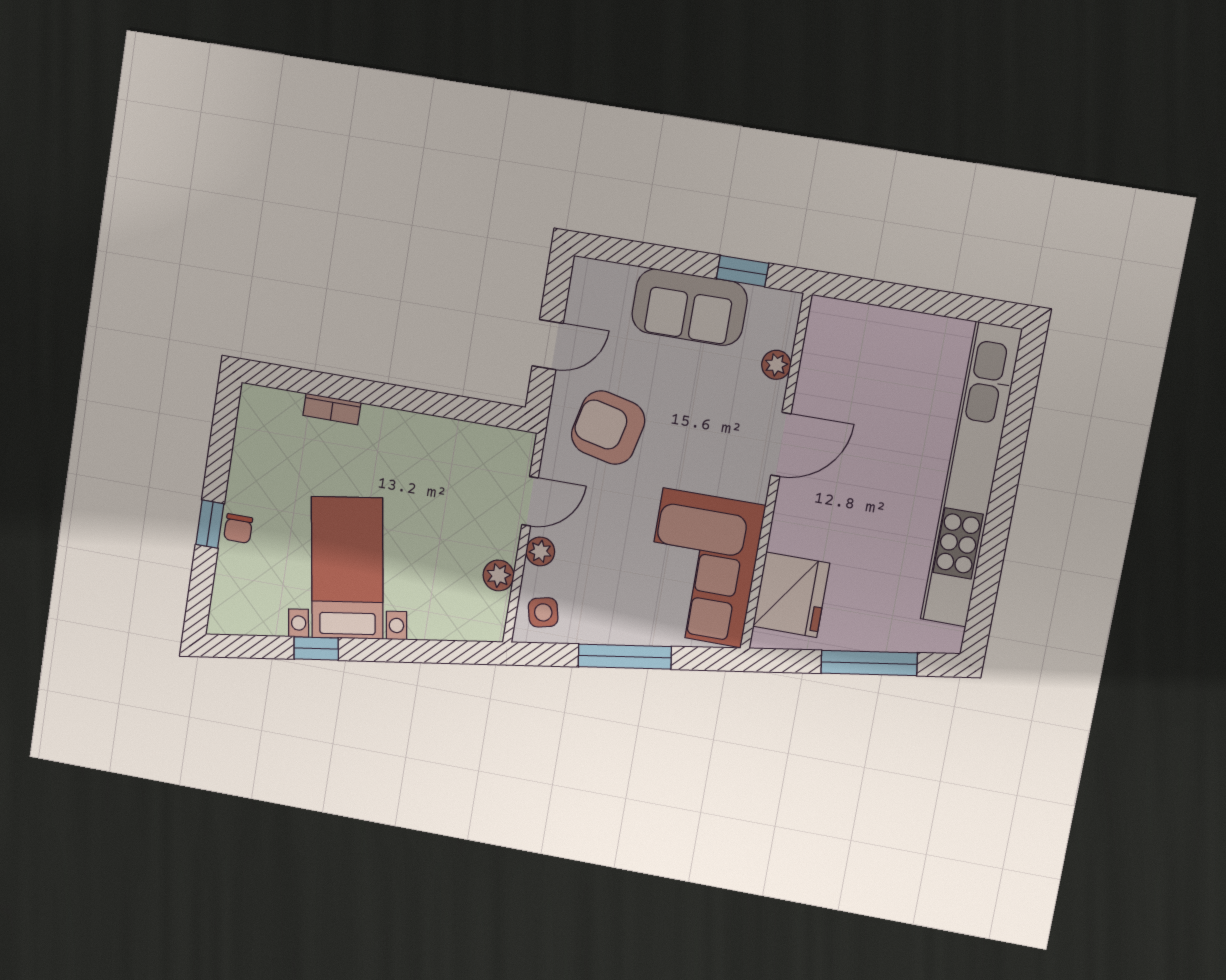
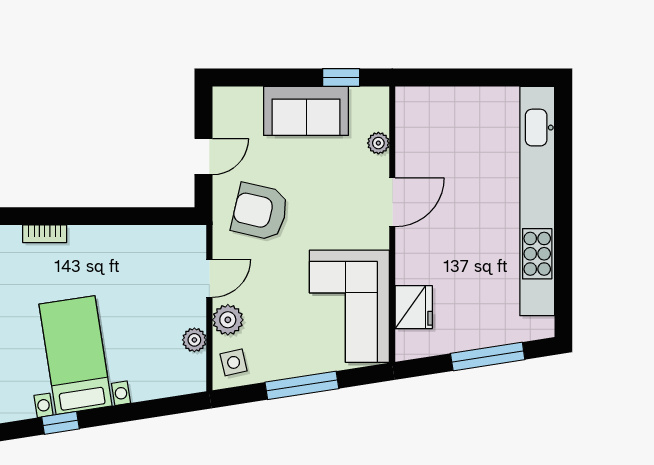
plant: (540, 551) -> (228, 320), width x1.38, depth x1.38
fridge: (791, 595) -> (414, 307), width x0.73, depth x0.75

